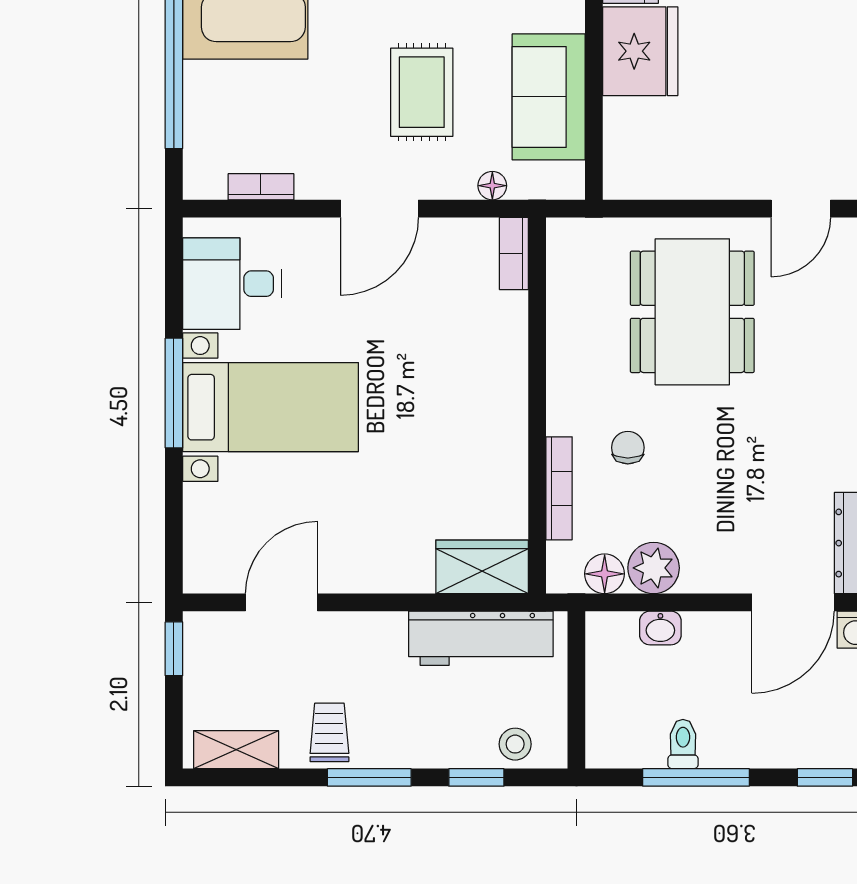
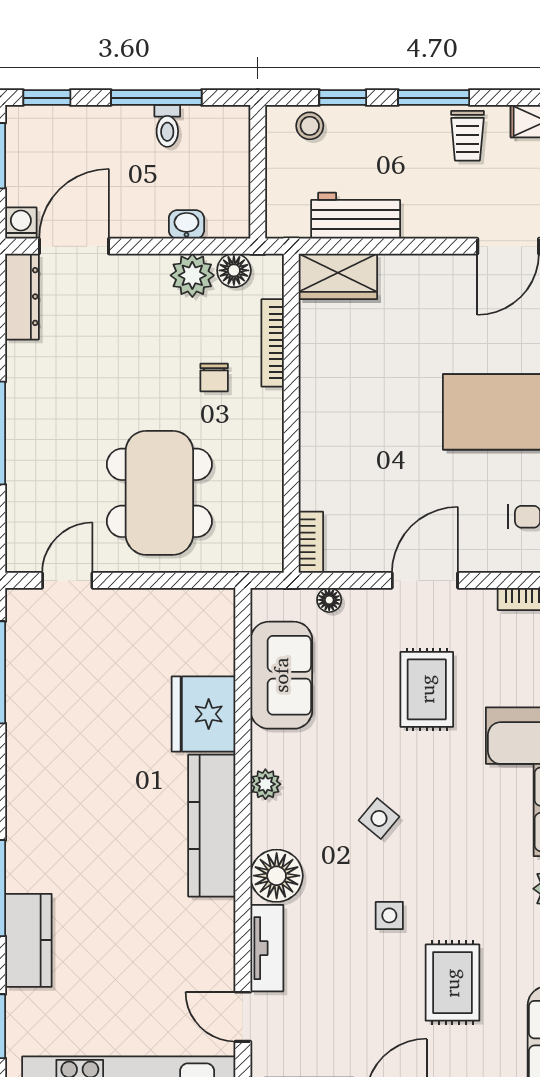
rug: (422, 92) -> (427, 689), moved
workbench: (481, 638) -> (356, 216), width x0.73

